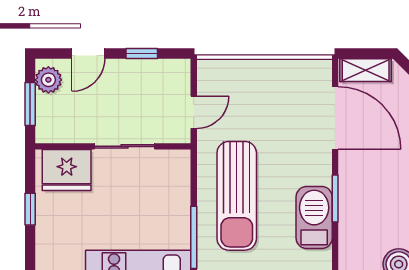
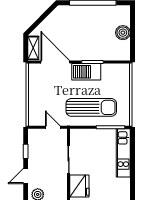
door: (88, 54) -> (26, 176), swing flipped
door: (335, 118) -> (55, 62), hinge flipped
barbecue: (314, 218) -> (86, 72), moved

